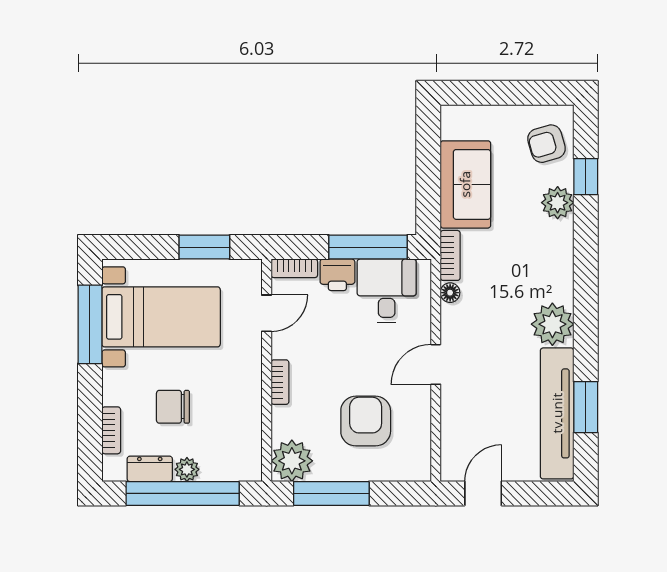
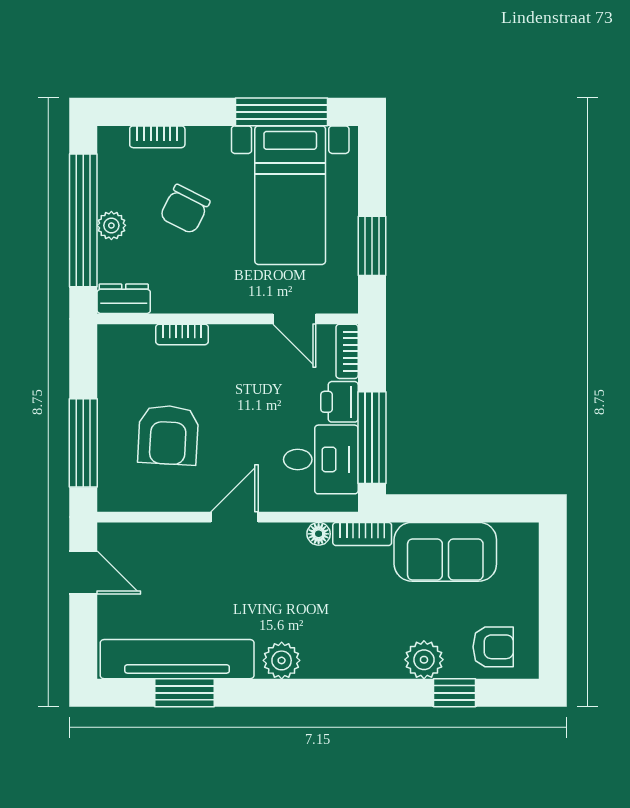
armchair: (547, 144) -> (493, 647), turned 106
plant: (552, 324) -> (282, 660), width x0.73, depth x0.73
door: (436, 364) -> (235, 517), hinge flipped
bookcase: (280, 382) -> (182, 334), moved
chair: (173, 407) -> (185, 209), turned -153
armchair: (366, 421) -> (168, 435), turned 93
plant: (292, 461) -> (122, 348), removed
dresser: (150, 469) -> (124, 299), moved, turned -90
window: (331, 493) -> (83, 443), moved

